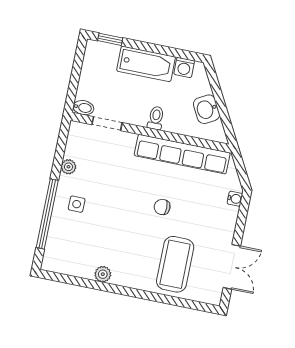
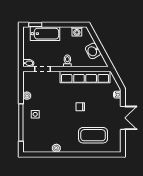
bathtub: (146, 64) -> (45, 34), moved
coffee table: (175, 264) -> (93, 135), turned 90
double door: (232, 267) -> (123, 118), moved

